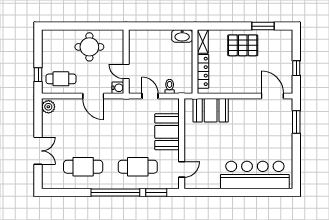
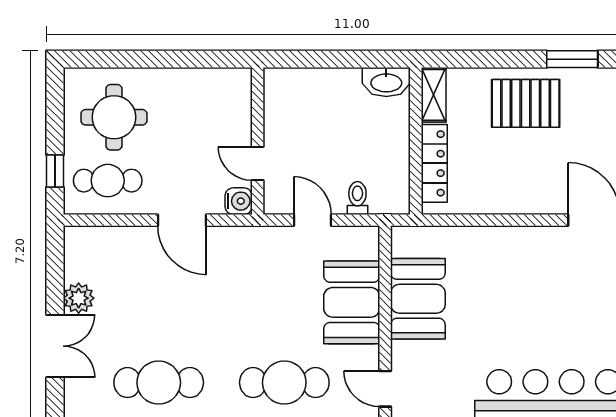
round table: (89, 47) -> (114, 117), moved
plant: (48, 107) -> (79, 298), moved
booth: (211, 110) -> (418, 299), moved, turned 90
door: (182, 169) -> (385, 389), swing flipped

